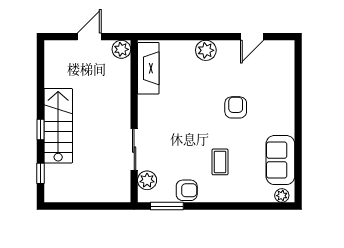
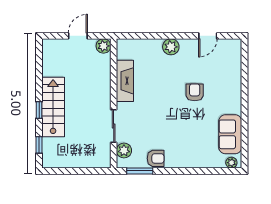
fireplace: (148, 68) -> (125, 81), moved
coffee table: (220, 162) -> (182, 136), removed

